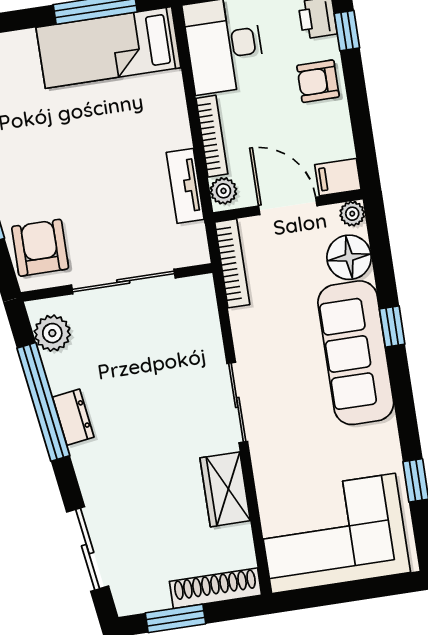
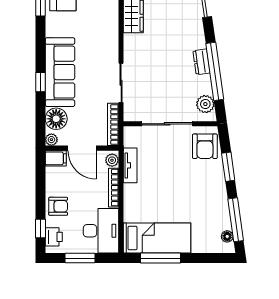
sliding door: (237, 402) -> (121, 83), moved

